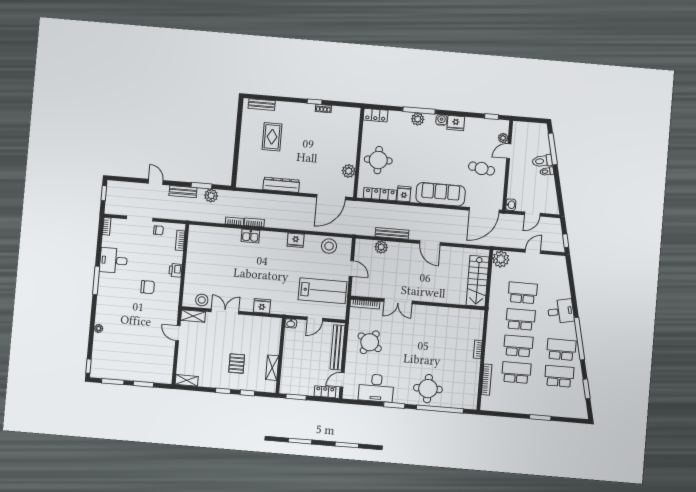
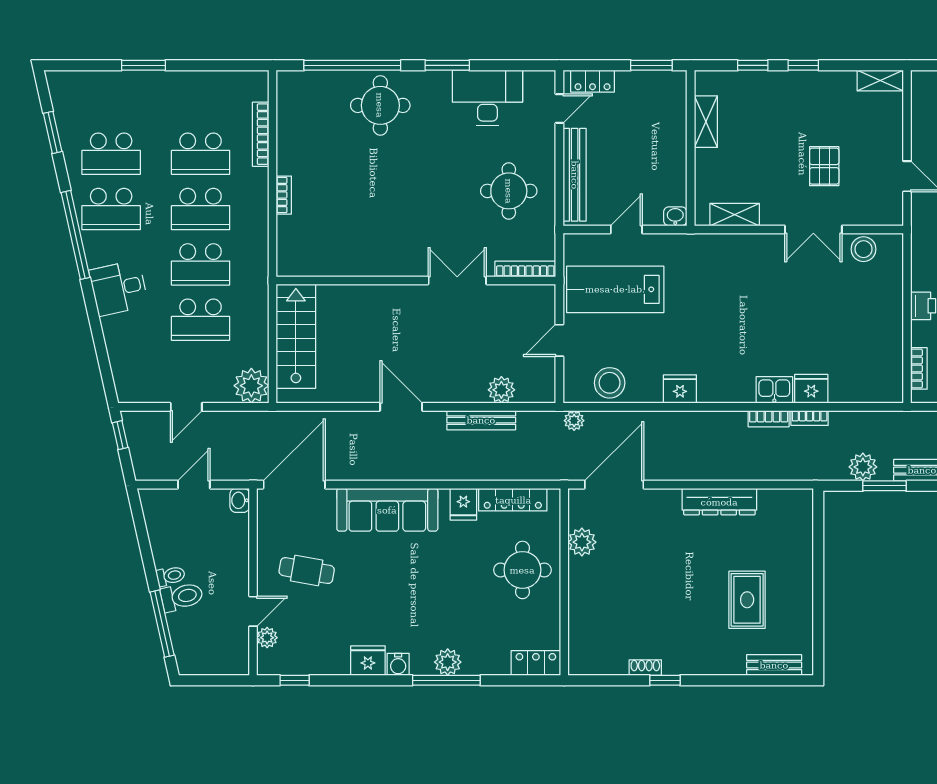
plant: (348, 229) -> (574, 421), added
door: (351, 268) -> (559, 340), hinge flipped
fridge: (262, 306) -> (811, 389), moved, turned 180
shelving: (193, 316) -> (735, 215), moved
round table: (370, 342) -> (509, 191), turned -32
pallet: (237, 364) -> (824, 166), moved

